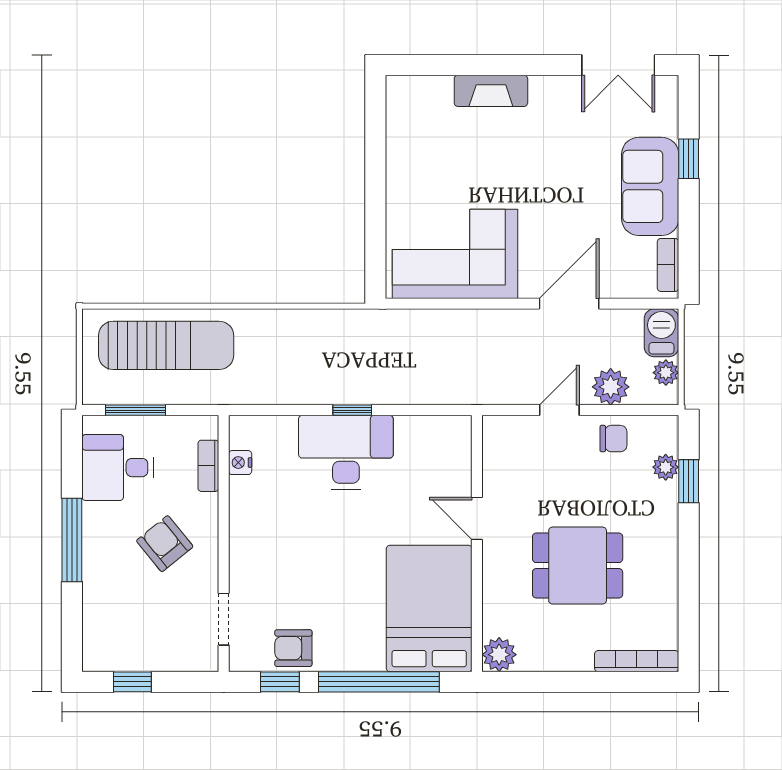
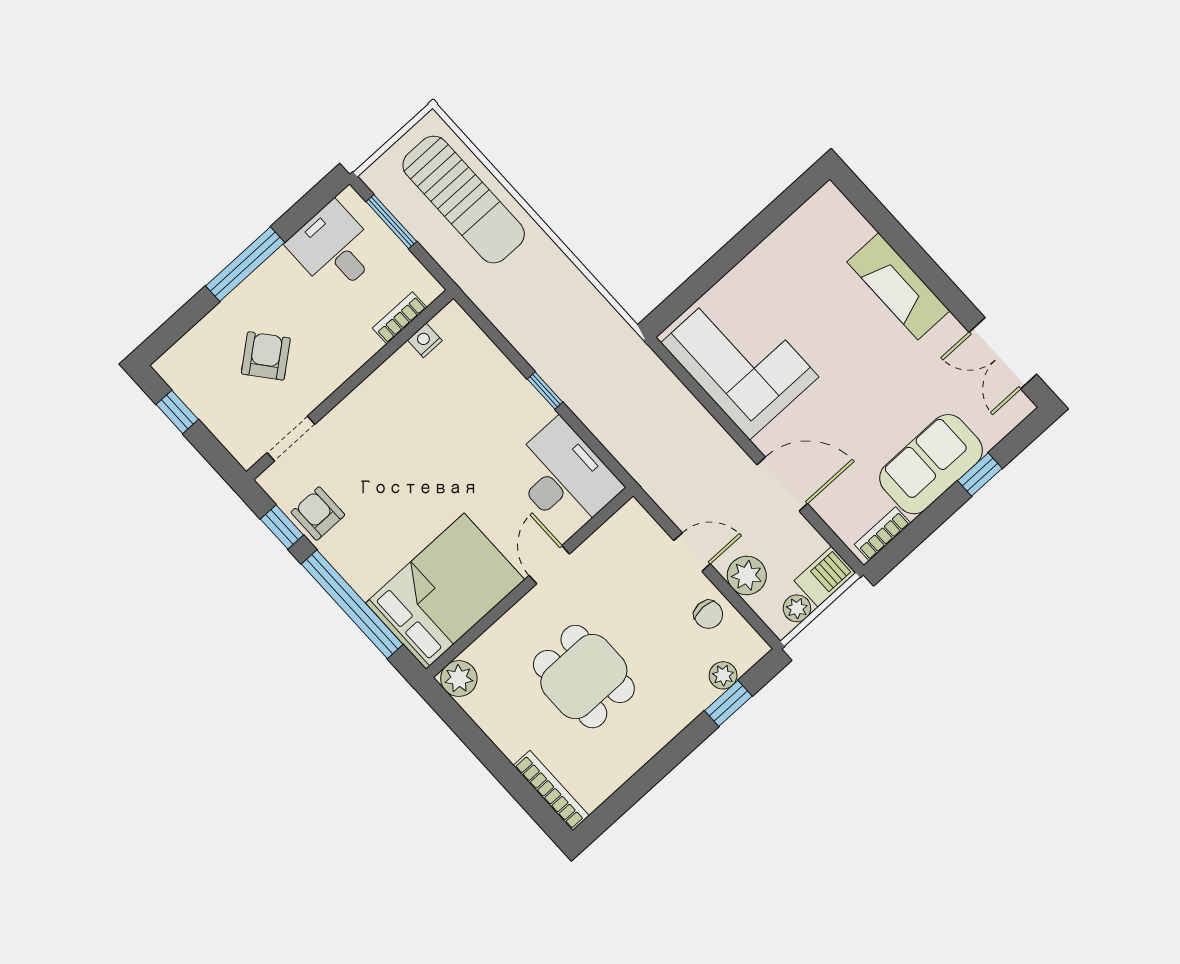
fireplace: (491, 91) -> (898, 286), width x1.37, depth x1.32
desk: (346, 452) -> (564, 477), moved
armchair: (165, 544) -> (266, 356), moved

